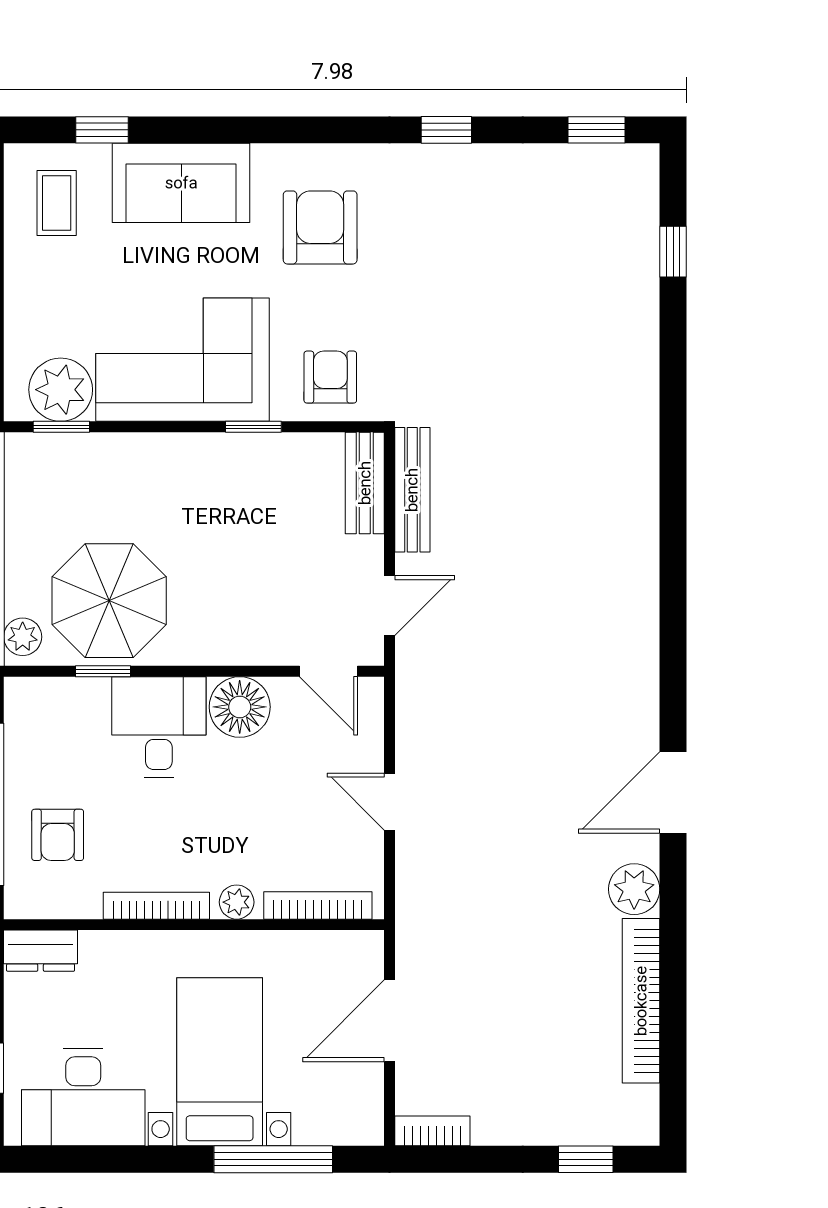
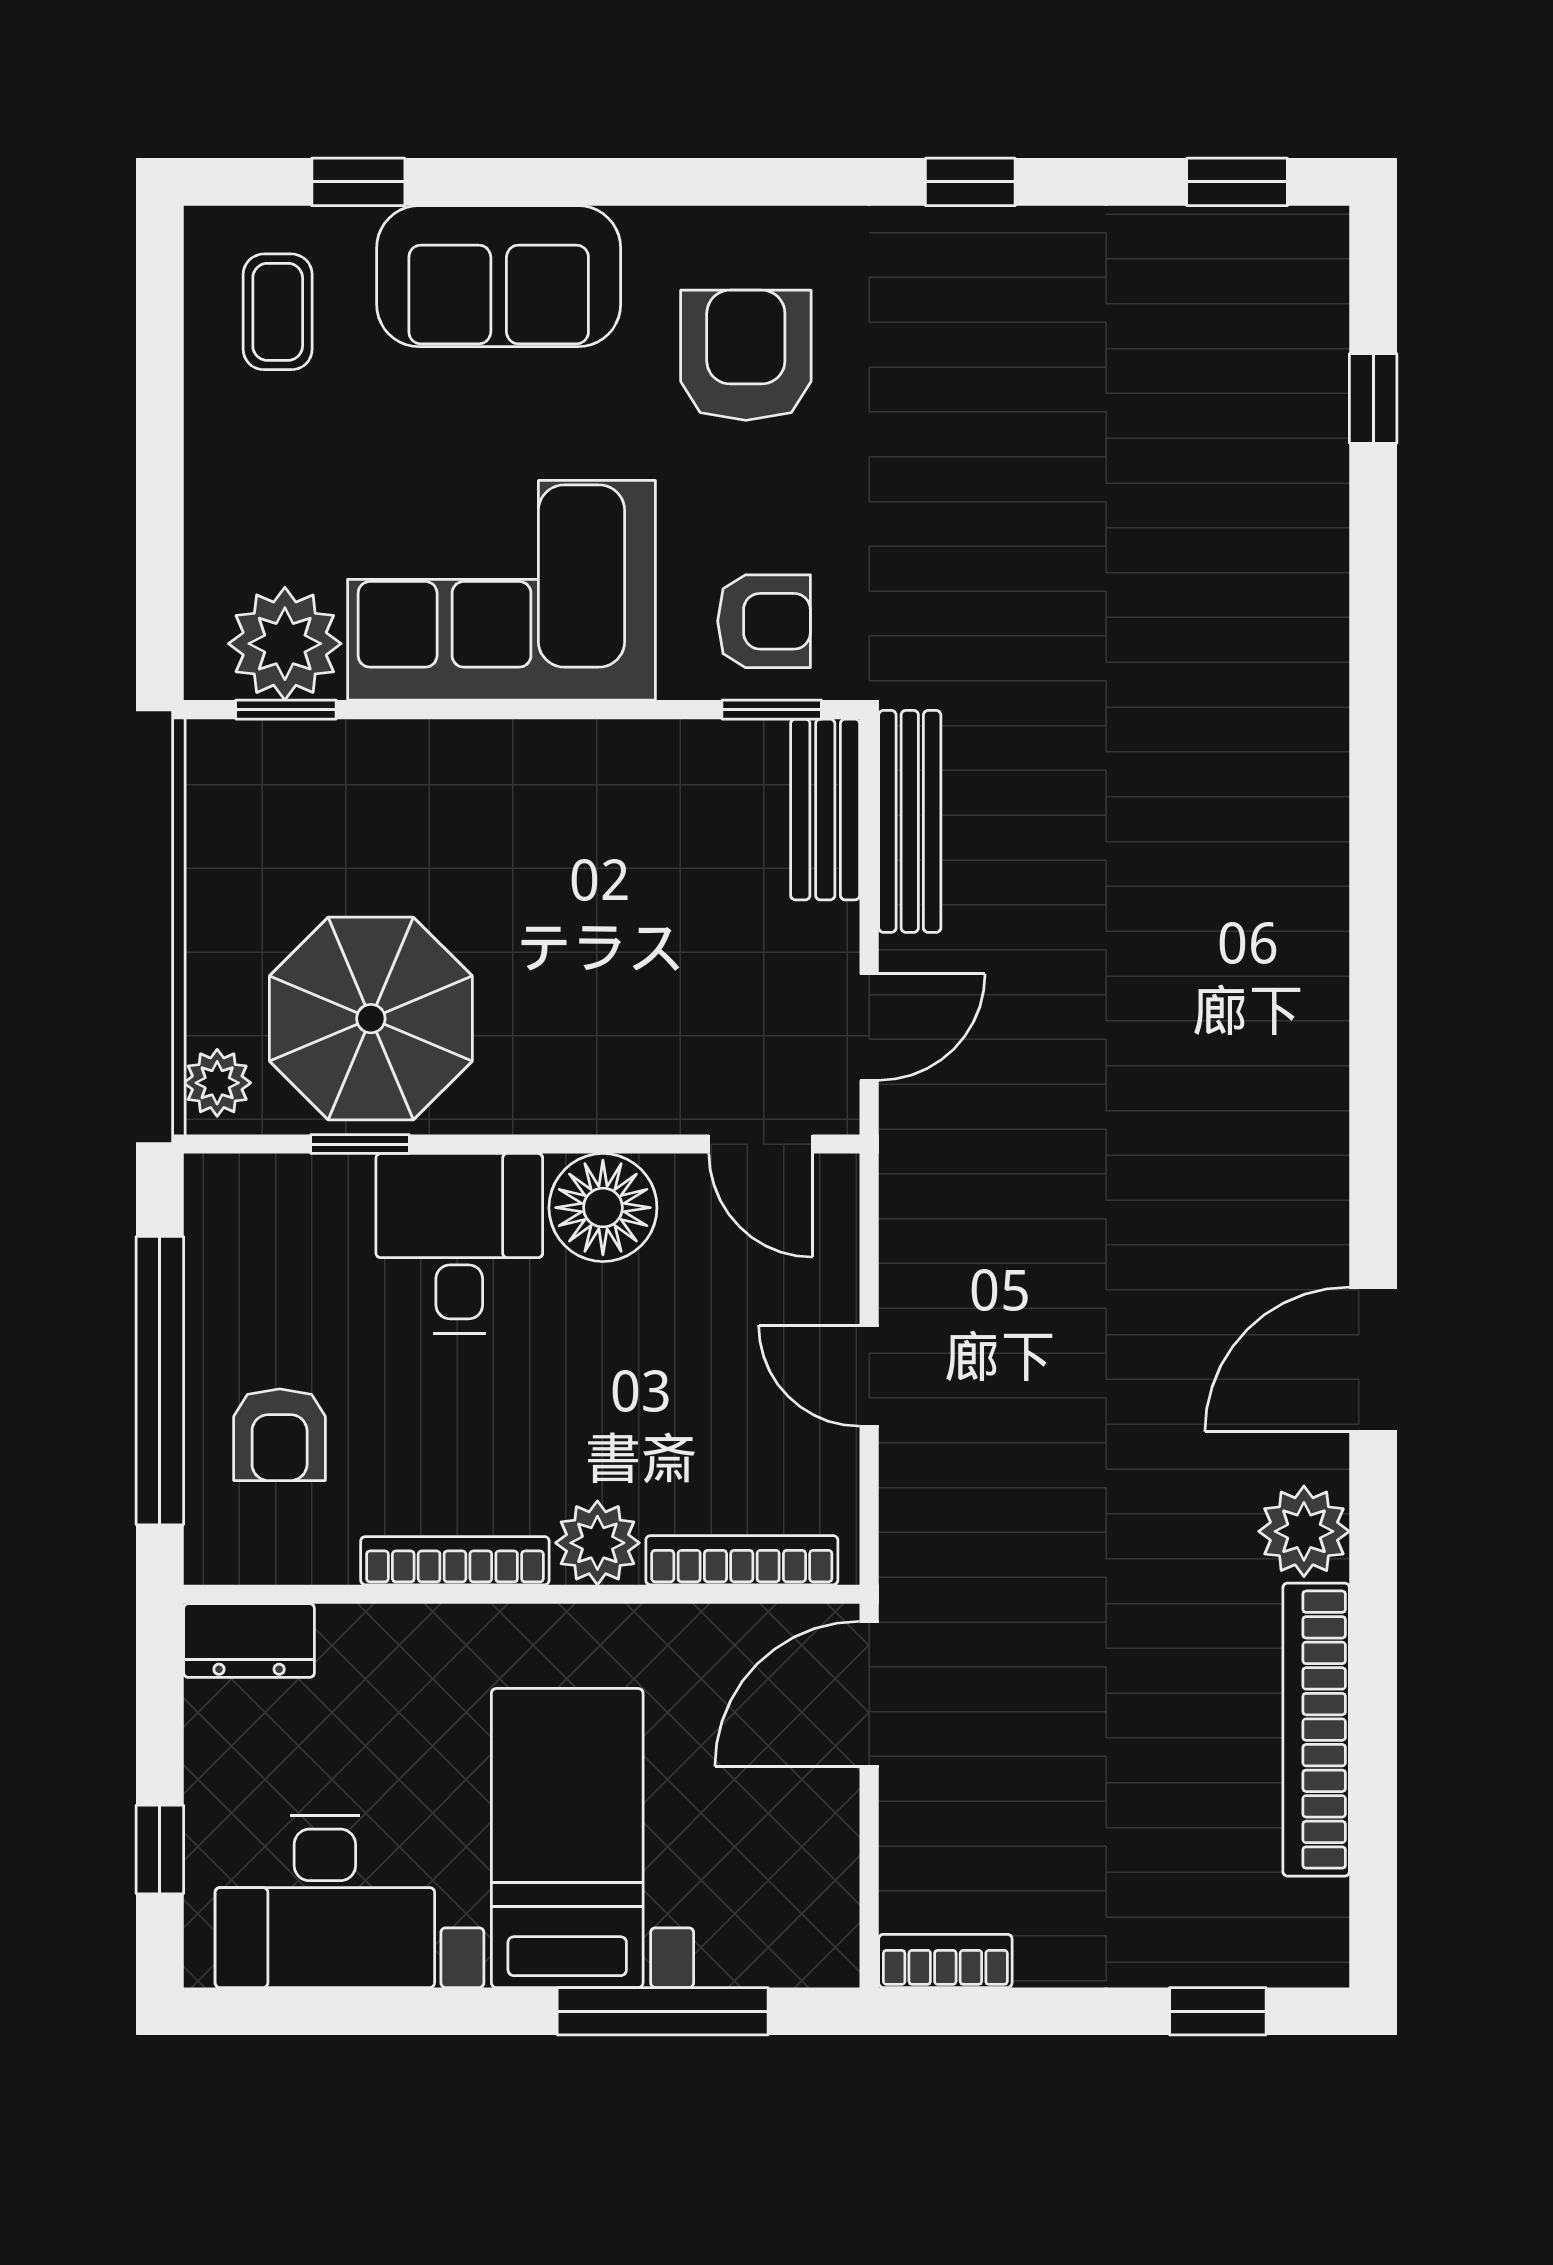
armchair: (330, 377) -> (764, 621), turned 90
window: (253, 427) -> (772, 710), moved
plant: (237, 902) -> (597, 1543), width x1.38, depth x1.38
door: (390, 1021) -> (869, 1694), moved

